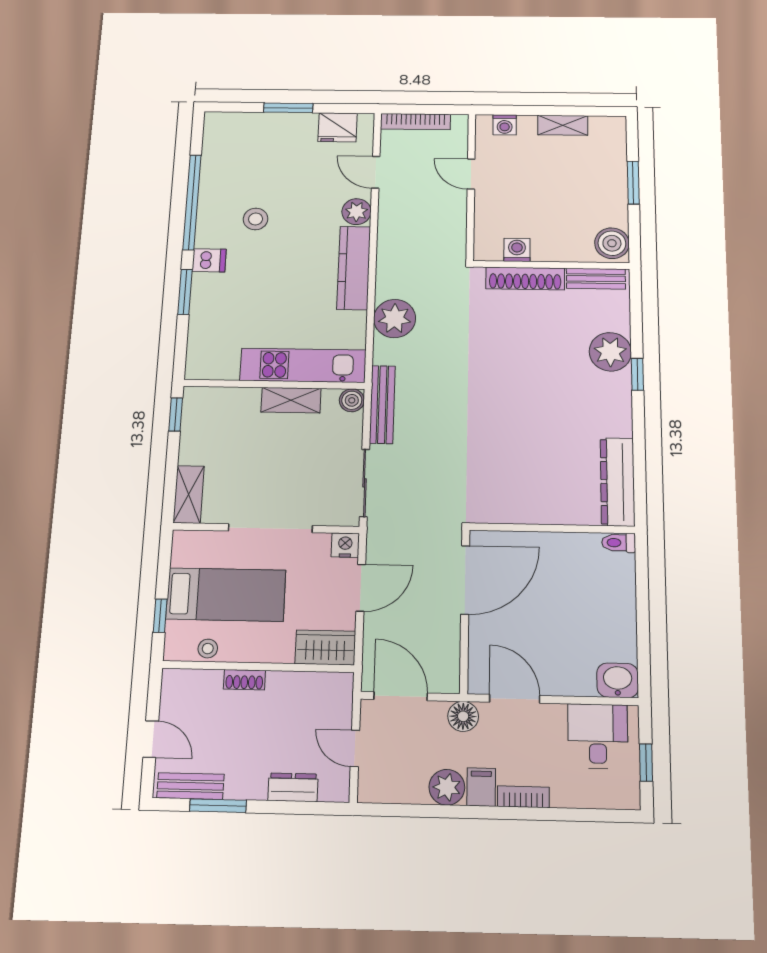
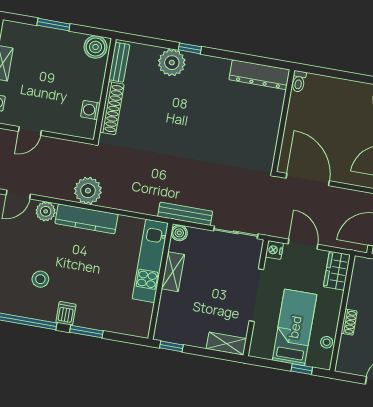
plant: (395, 319) -> (88, 191), moved

